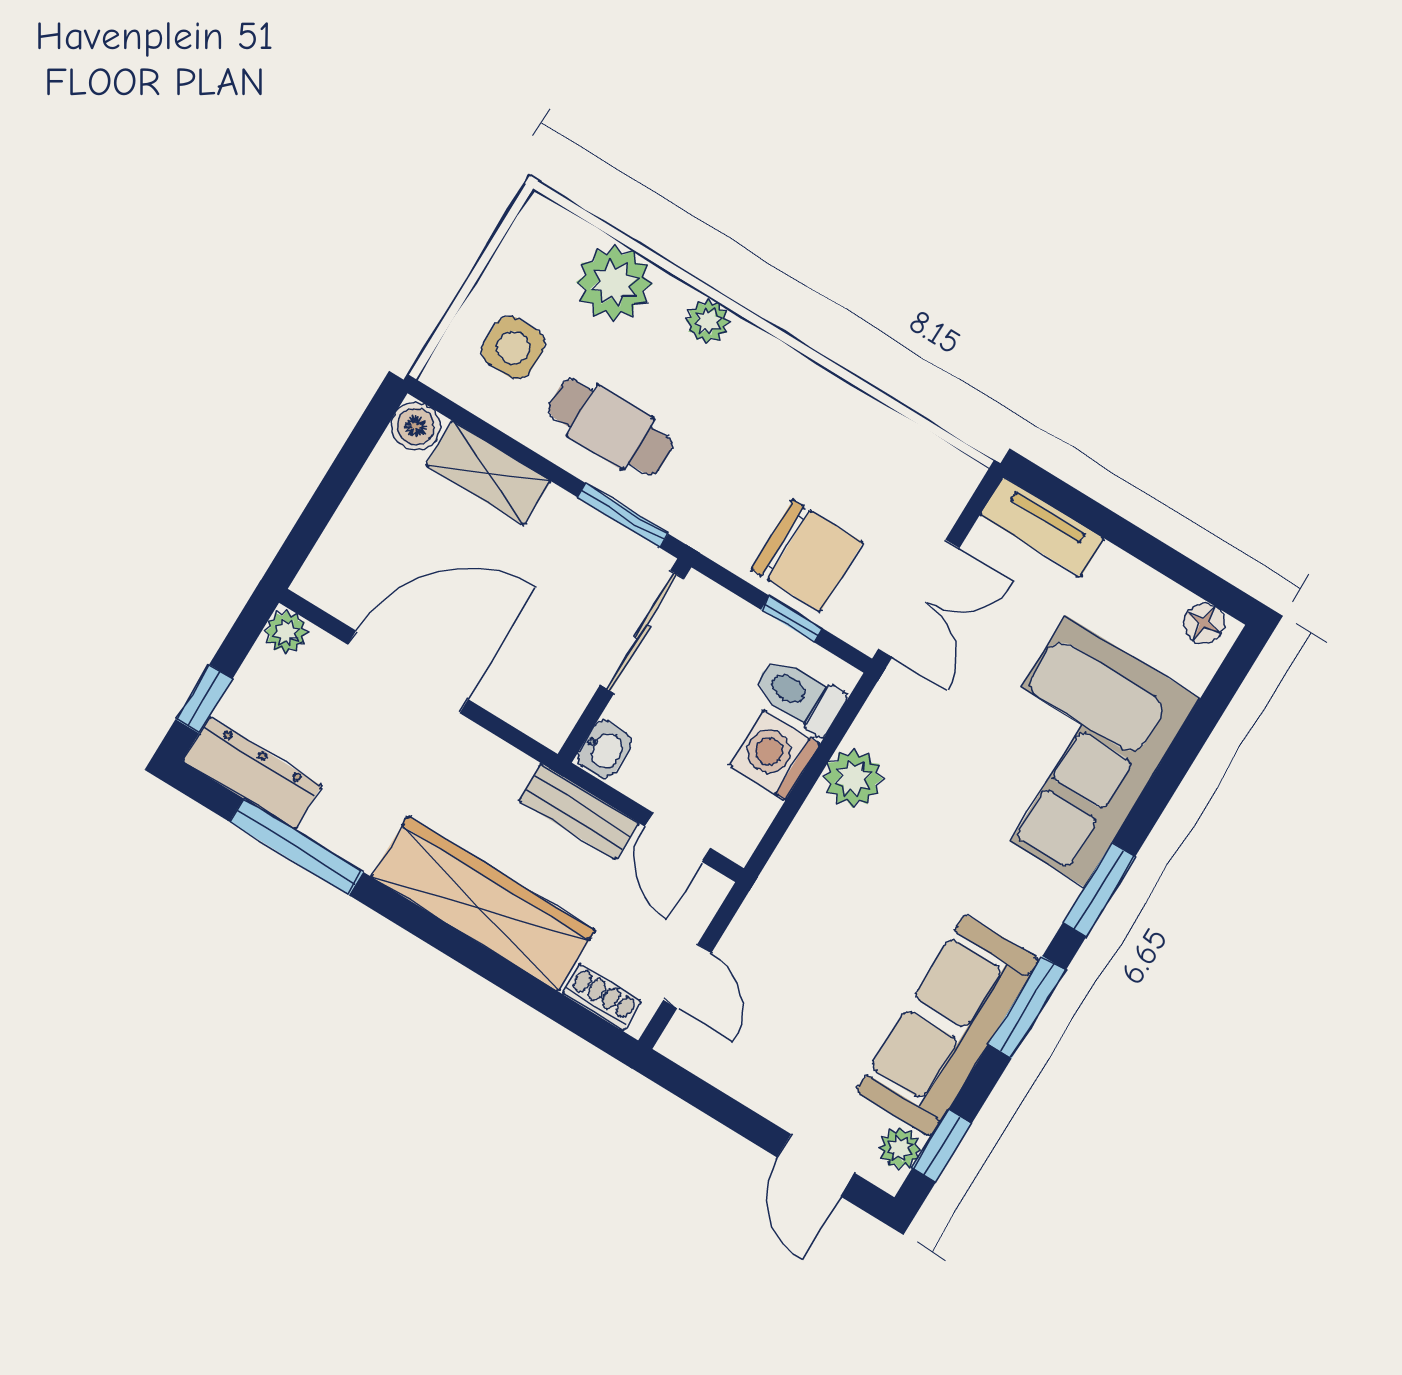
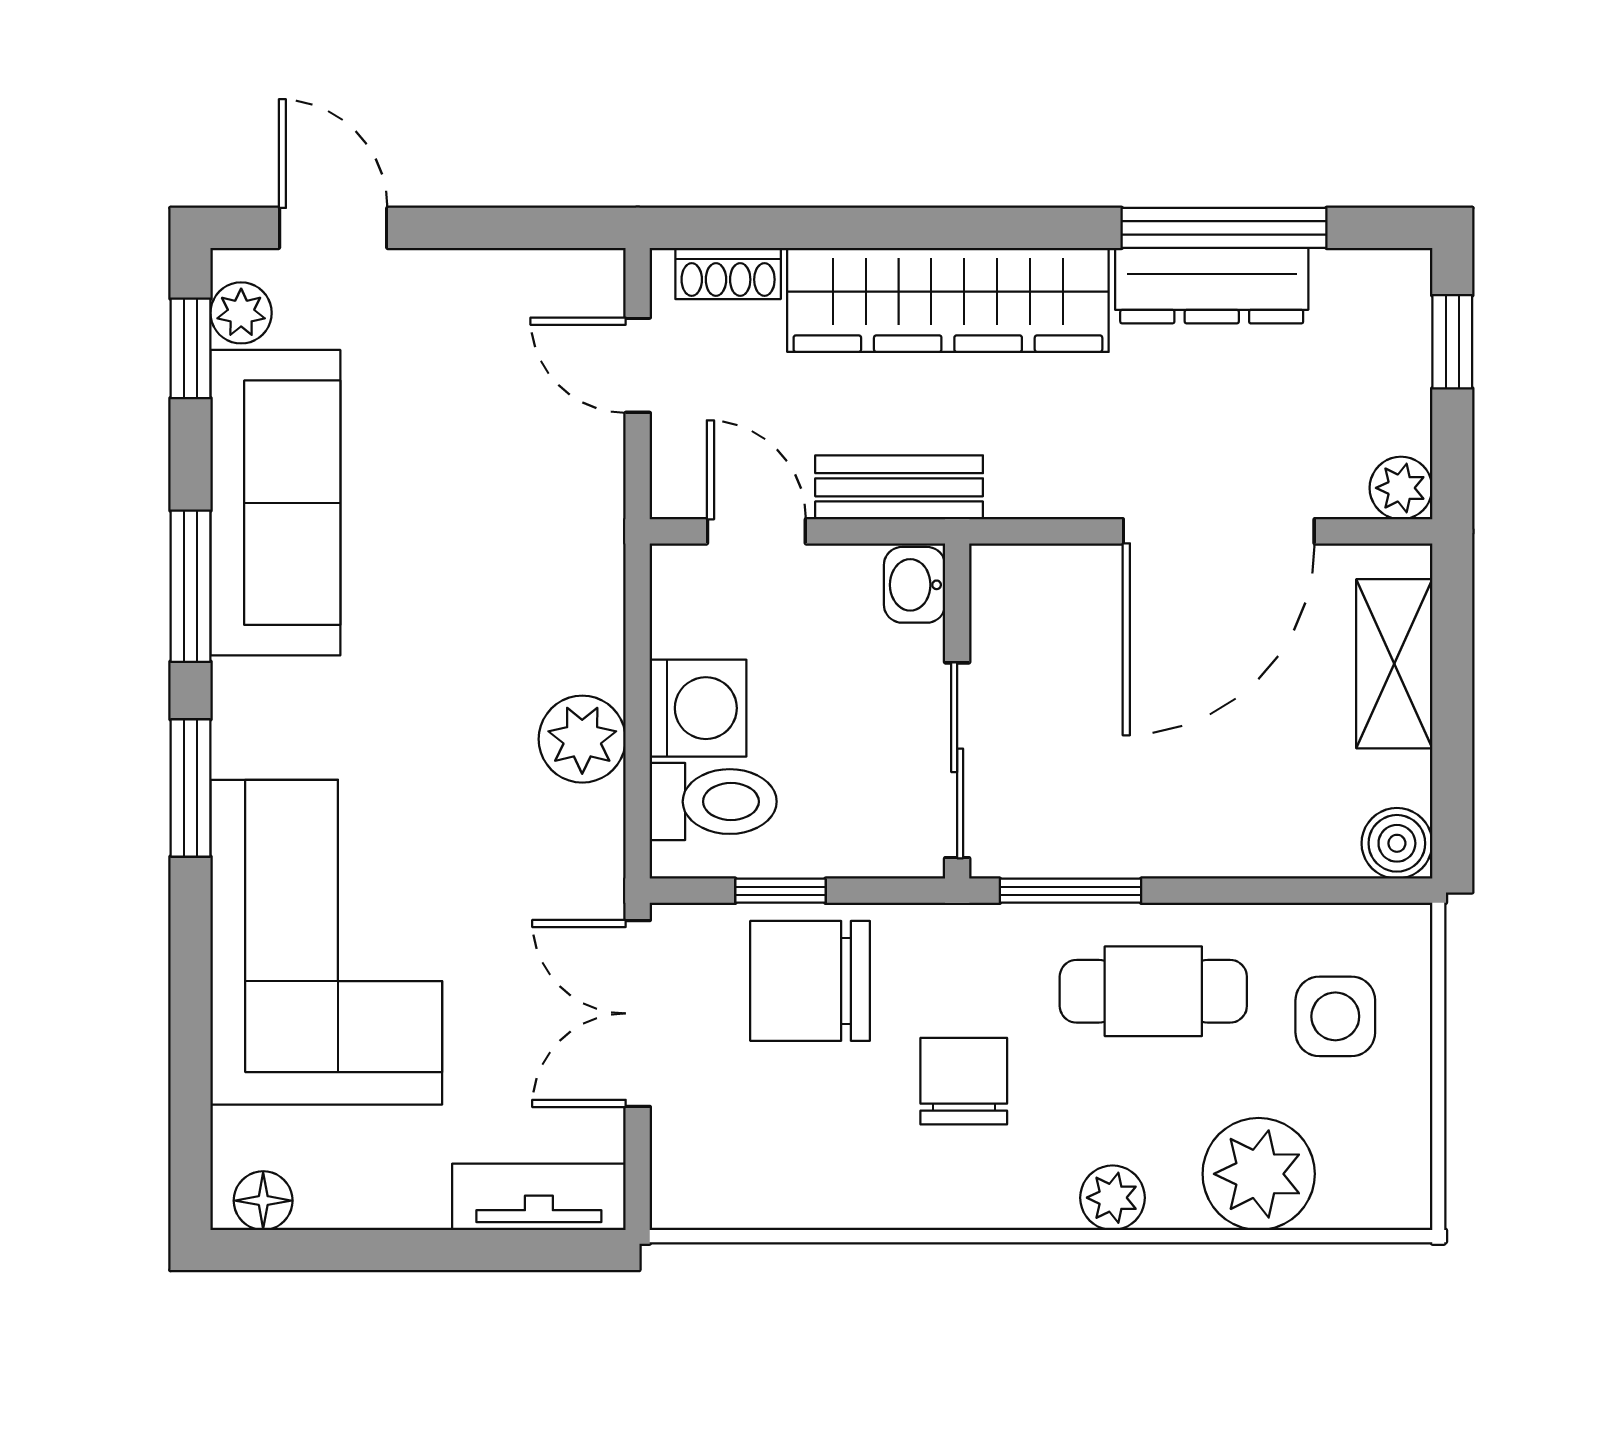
chair: (753, 442) -> (964, 1081), added
shelving: (488, 473) -> (1394, 664), moved, turned 90
dresser: (252, 773) -> (1212, 286), moved

